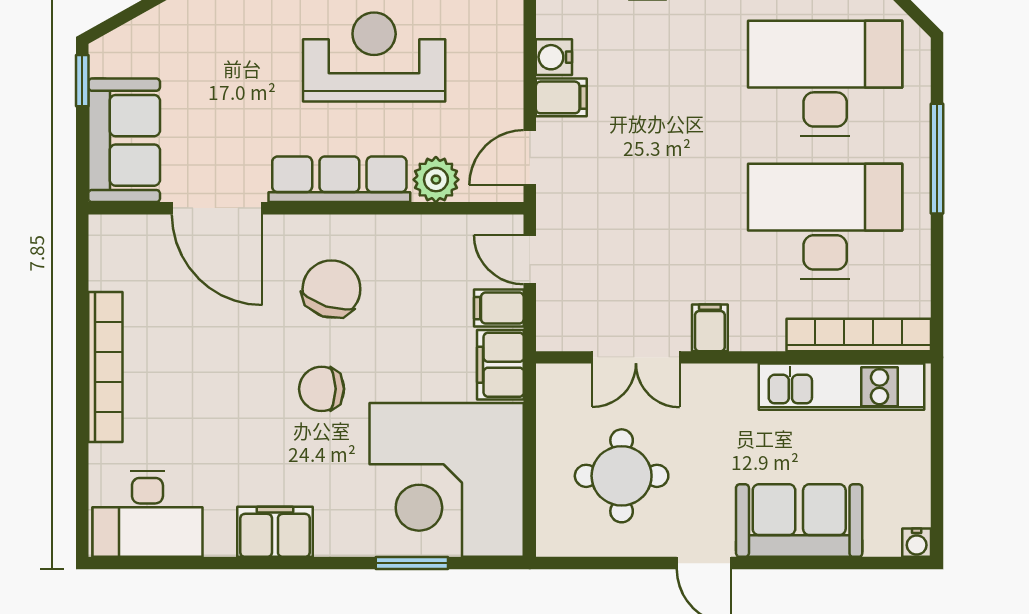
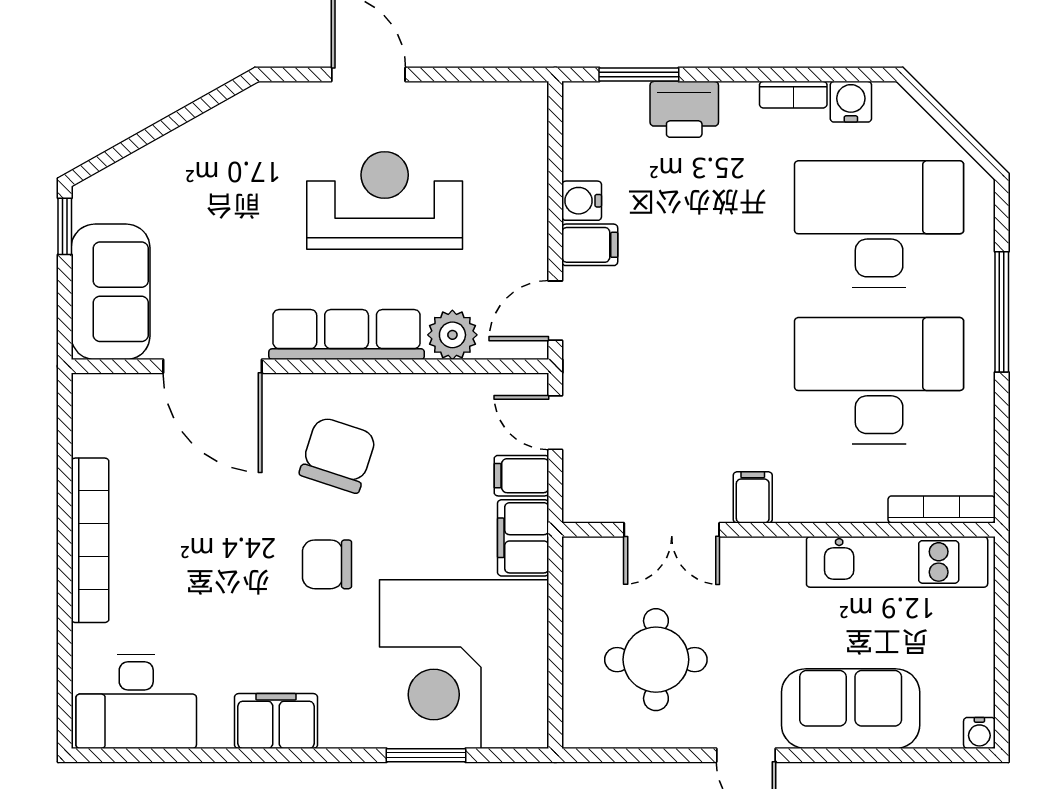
bookcase: (859, 335) -> (942, 509), width x0.68, depth x0.76

